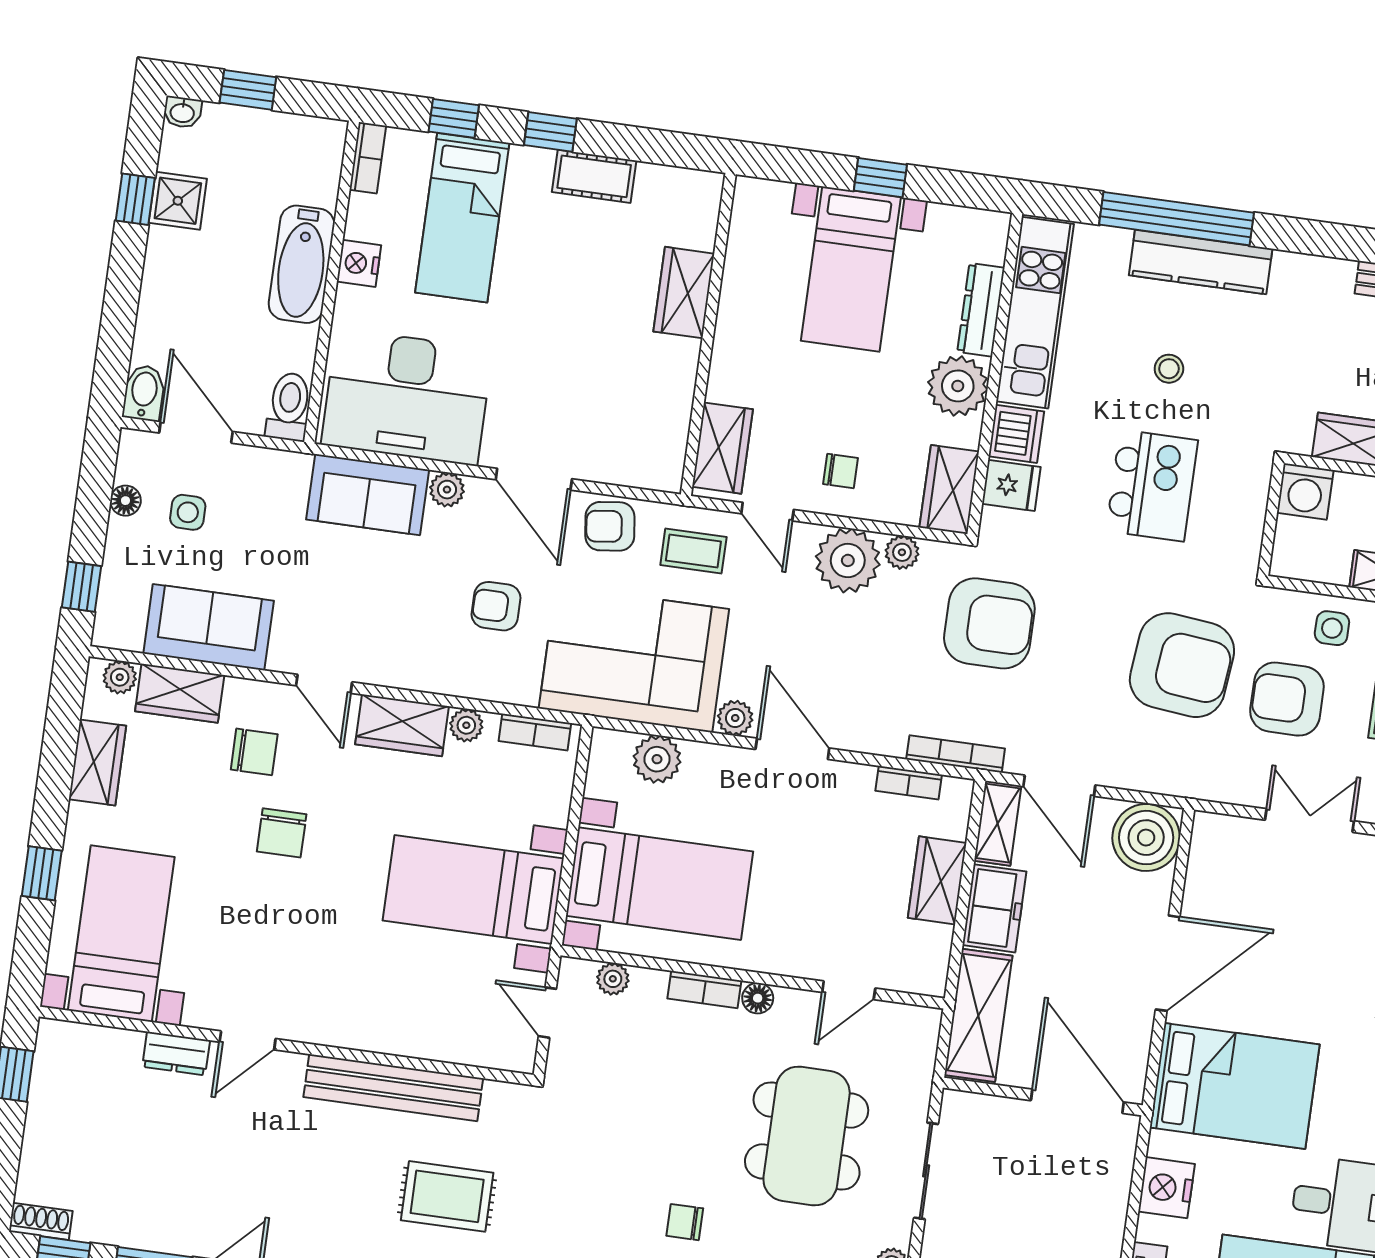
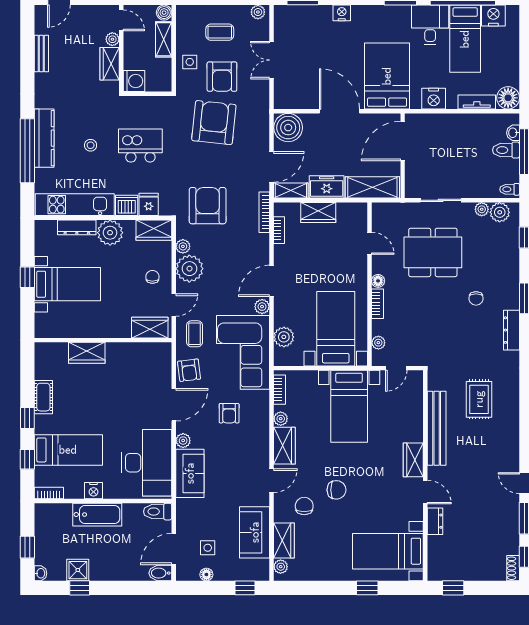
wardrobe: (97, 762) -> (413, 460), moved, turned -90

